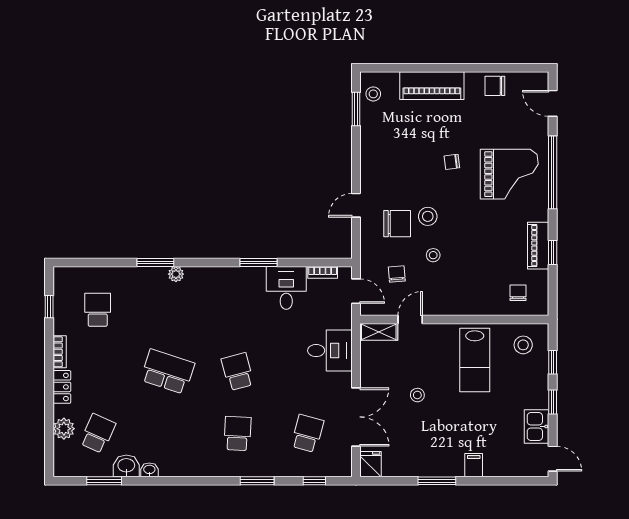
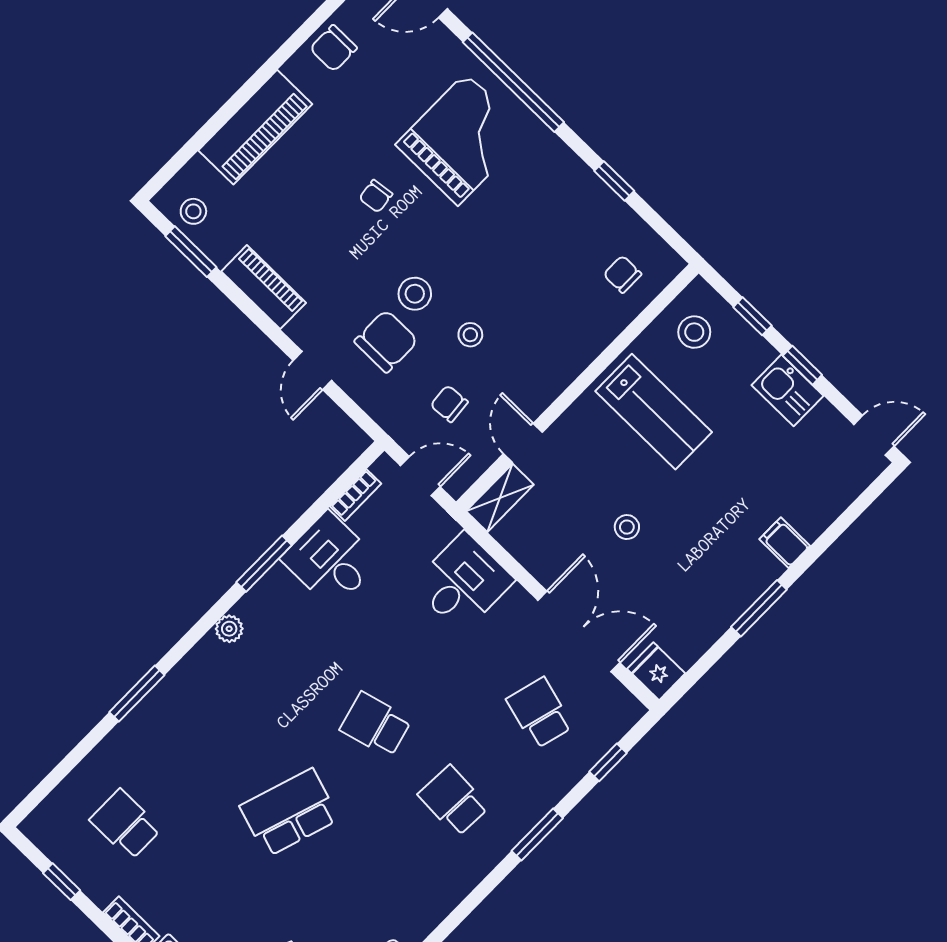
piano: (538, 246) -> (264, 287), moved, turned 180
plant: (176, 274) -> (229, 629), moved
kitchen sink: (537, 426) -> (788, 390), moved

